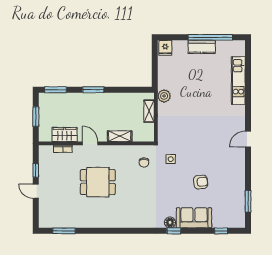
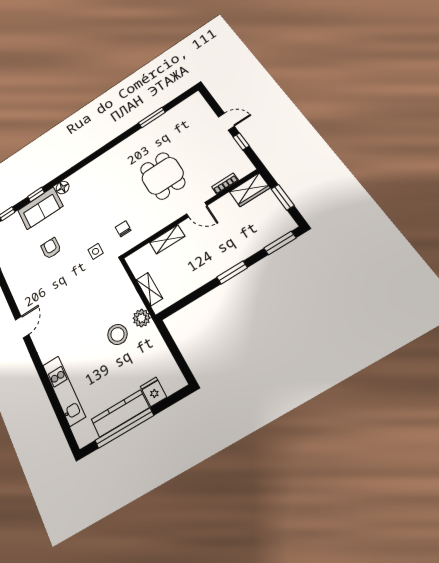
kitchen counter: (202, 47) -> (120, 413), width x1.50
fridge: (165, 48) -> (153, 392), moved
stool: (185, 95) -> (117, 334), added
wardrobe: (65, 134) -> (250, 190), moved
dining table: (98, 182) -> (163, 176), turned 90
armchair: (201, 182) -> (51, 248), turned 97
window: (64, 231) -> (152, 118), moved
window: (174, 231) -> (36, 195), moved

